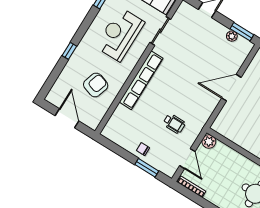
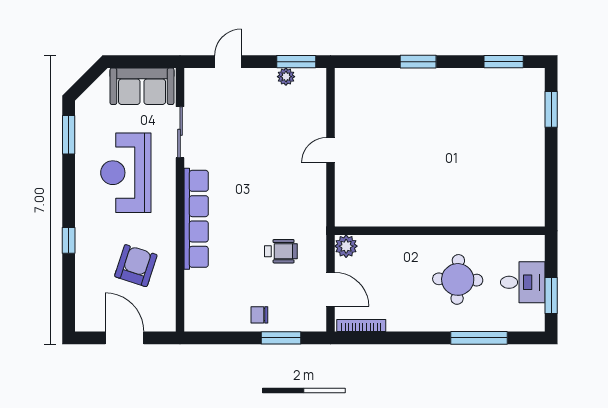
door: (231, 88) -> (331, 150), width x0.53

